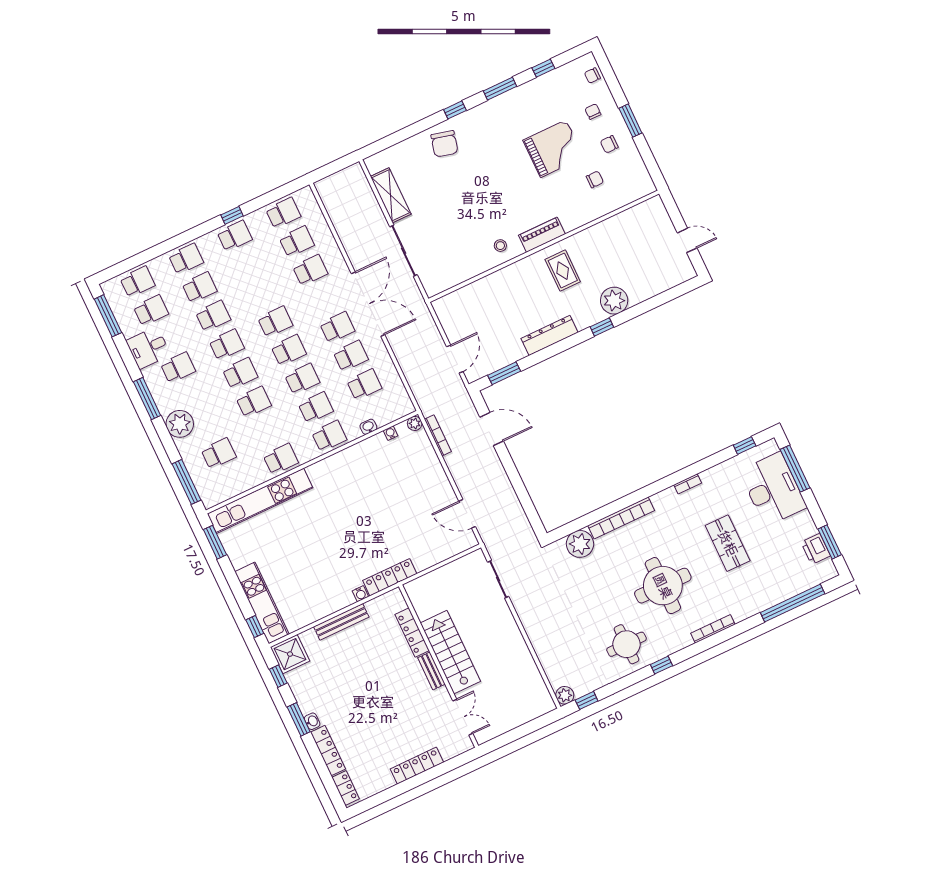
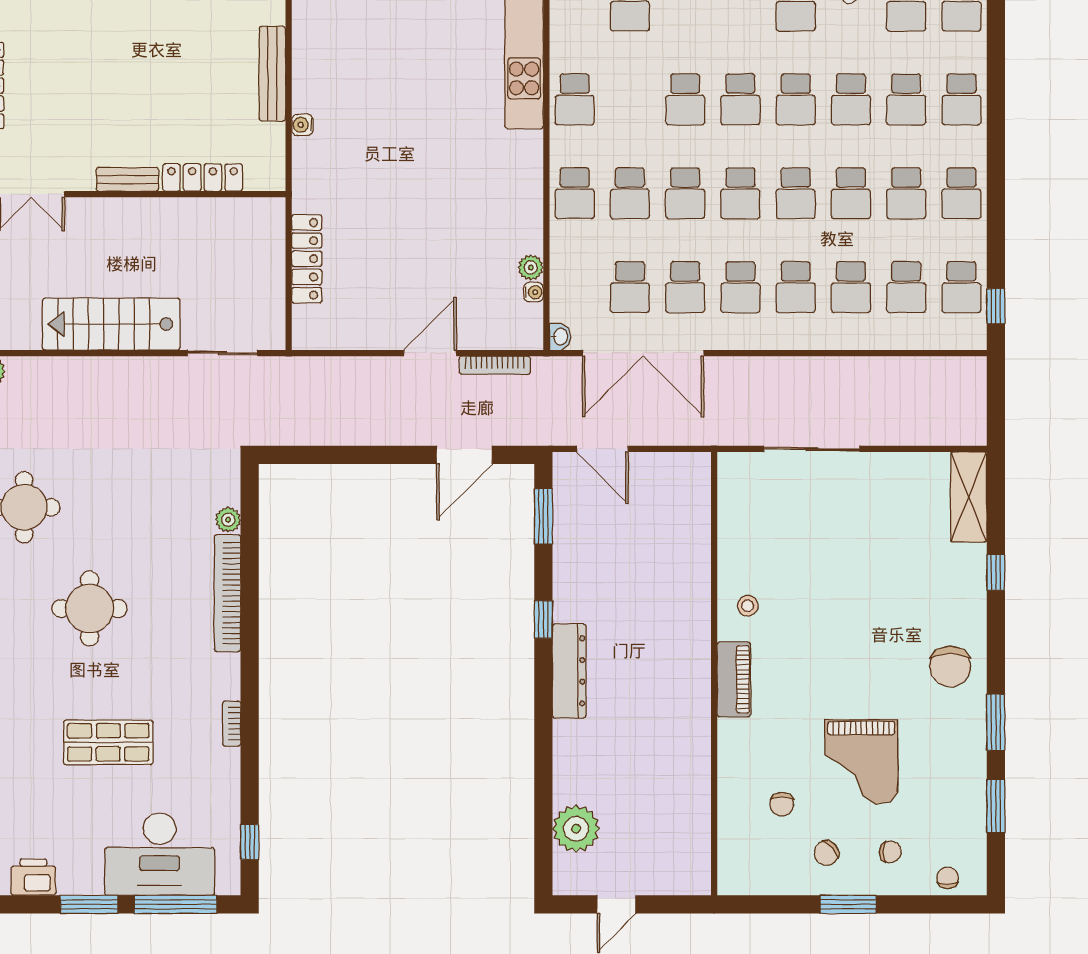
window: (543, 68) -> (996, 806), width x1.50
window: (455, 110) -> (996, 572), moved
chair: (444, 144) -> (950, 666), moved, turned -104
chair: (609, 144) -> (826, 853), turned -132
shelving: (391, 195) -> (969, 497), moved, turned 90
window: (232, 215) -> (996, 306), moved
school desk: (248, 264) -> (906, 193), added
rug: (563, 271) -> (662, 685), removed
school desk: (262, 293) -> (851, 193), added
school desk: (324, 299) -> (796, 287), added
plant: (614, 301) -> (576, 829), moved
double door: (368, 304) -> (643, 353), moved
window: (602, 327) -> (543, 619), moved
dresser: (550, 335) -> (569, 671), moved
plant: (415, 423) -> (531, 268), moved
washbasin: (368, 427) -> (560, 337), moved
door: (467, 514) -> (430, 353), moved
window: (830, 542) -> (89, 904), moved
plant: (580, 544) -> (228, 520), width x0.53, depth x0.53
locker: (390, 577) -> (307, 259), moved
round table: (663, 586) -> (90, 608), width x0.73, depth x0.73
stairs: (450, 652) -> (111, 324), moved, turned 180

